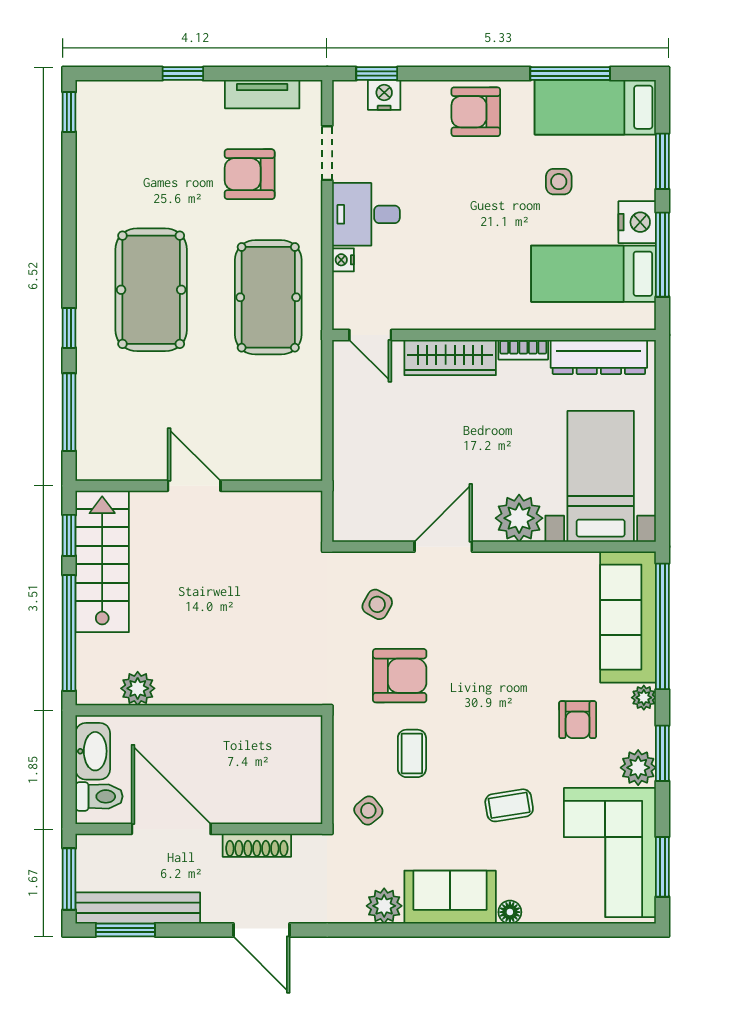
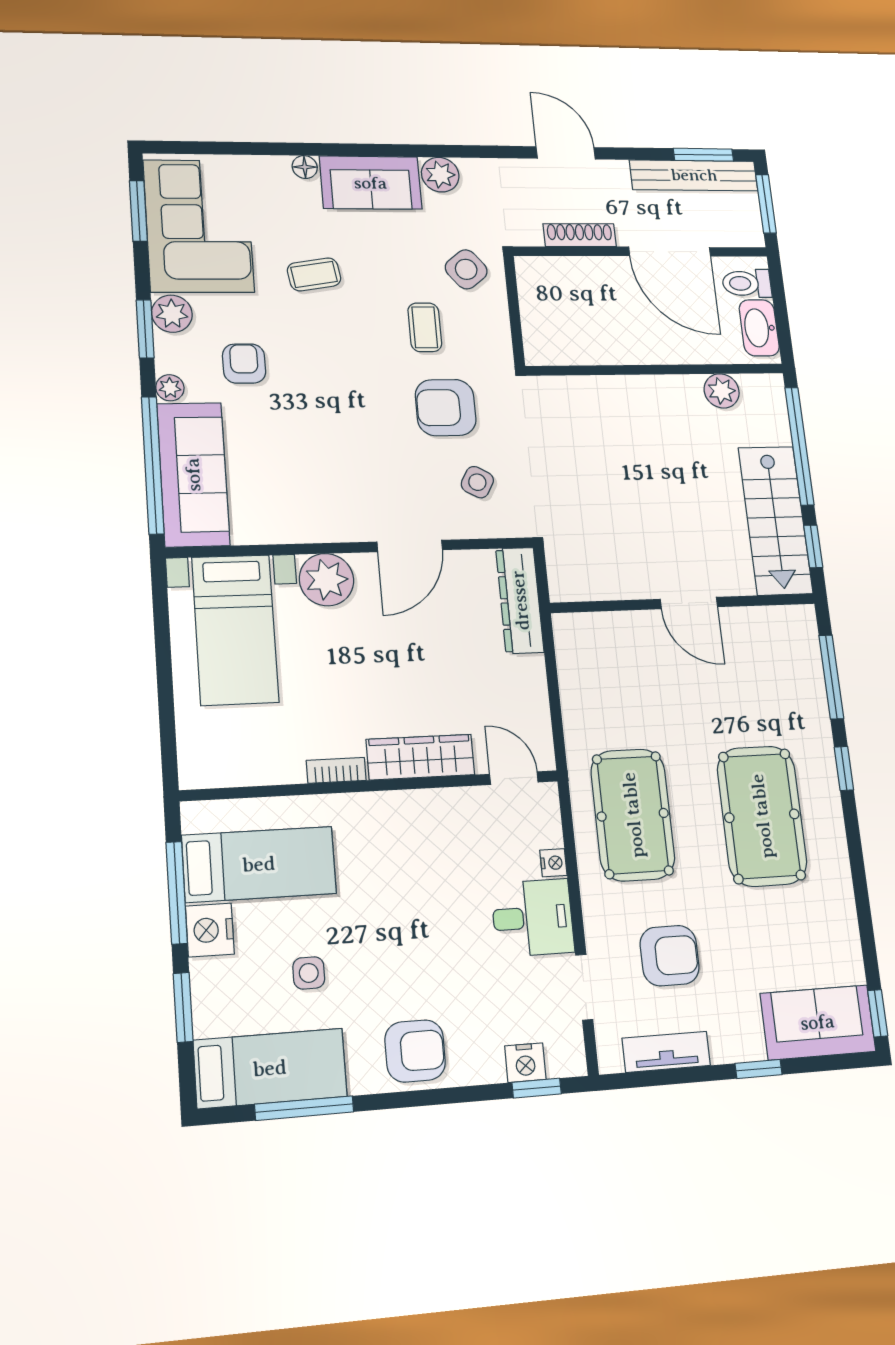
sofa: (124, 108) -> (818, 1022), added
dresser: (599, 357) -> (520, 600), moved, turned -90
side table: (368, 811) -> (466, 269), width x1.37, depth x1.37

